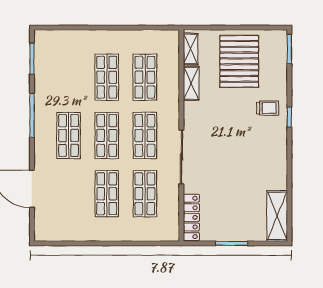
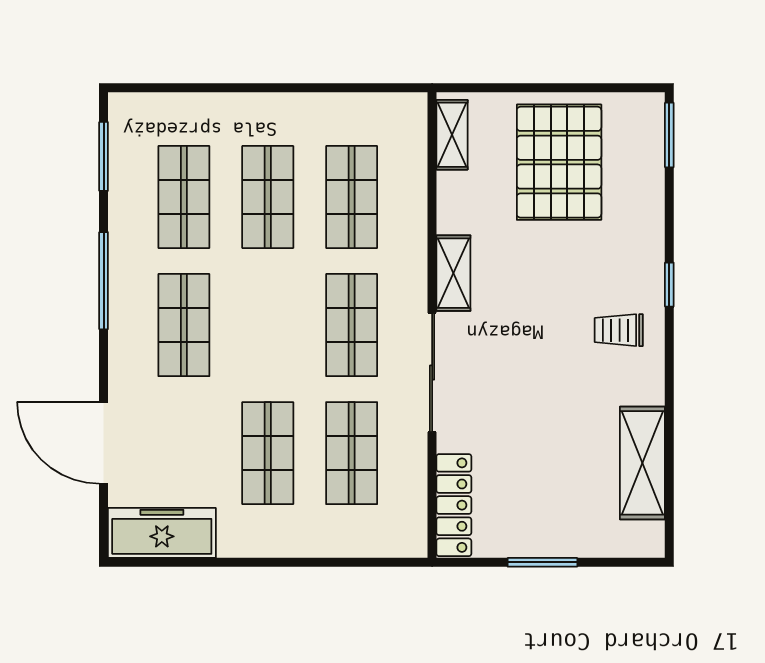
shelving: (191, 83) -> (453, 273), moved
trolley: (268, 108) -> (619, 330), moved, turned 180
shop shelf: (107, 135) -> (184, 197), moved
shelving: (277, 216) -> (642, 463), moved
freezer: (59, 230) -> (162, 533), added

